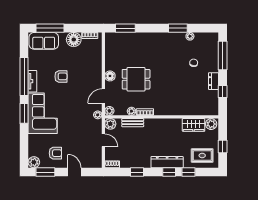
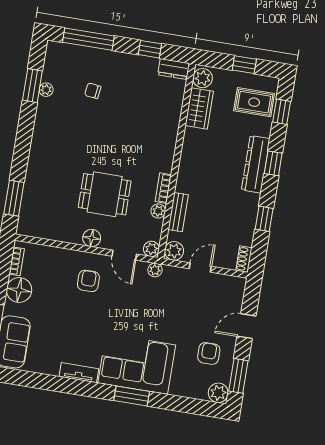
window: (178, 28) -> (32, 86), moved
window: (24, 76) -> (68, 386), removed
armchair: (61, 76) -> (88, 281), moved
dining table: (136, 79) -> (105, 194), turned 90
dresser: (214, 81) -> (174, 69), moved
rug: (202, 155) -> (254, 102), turned 90
window: (189, 172) -> (282, 112), moved

